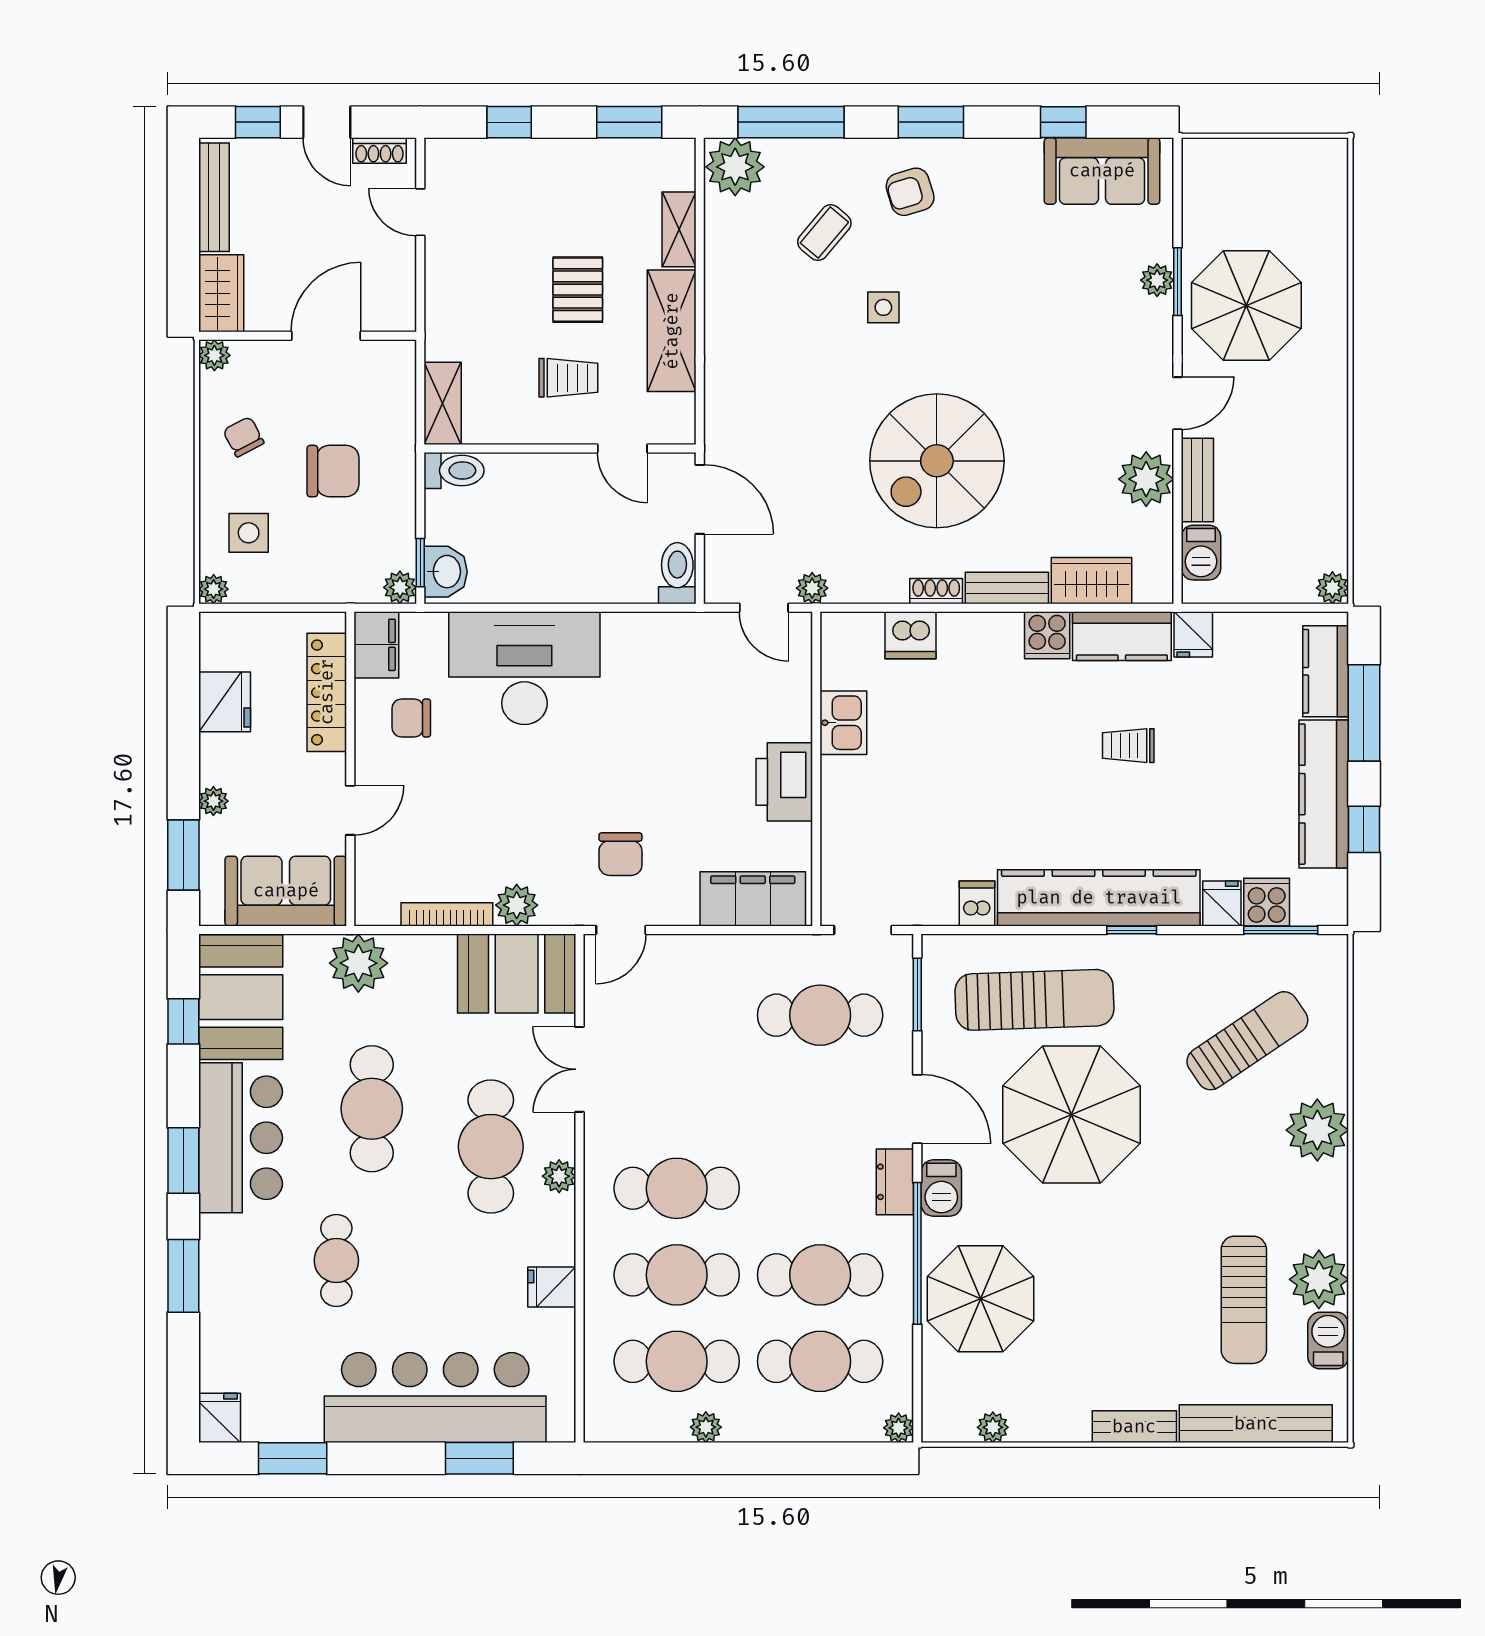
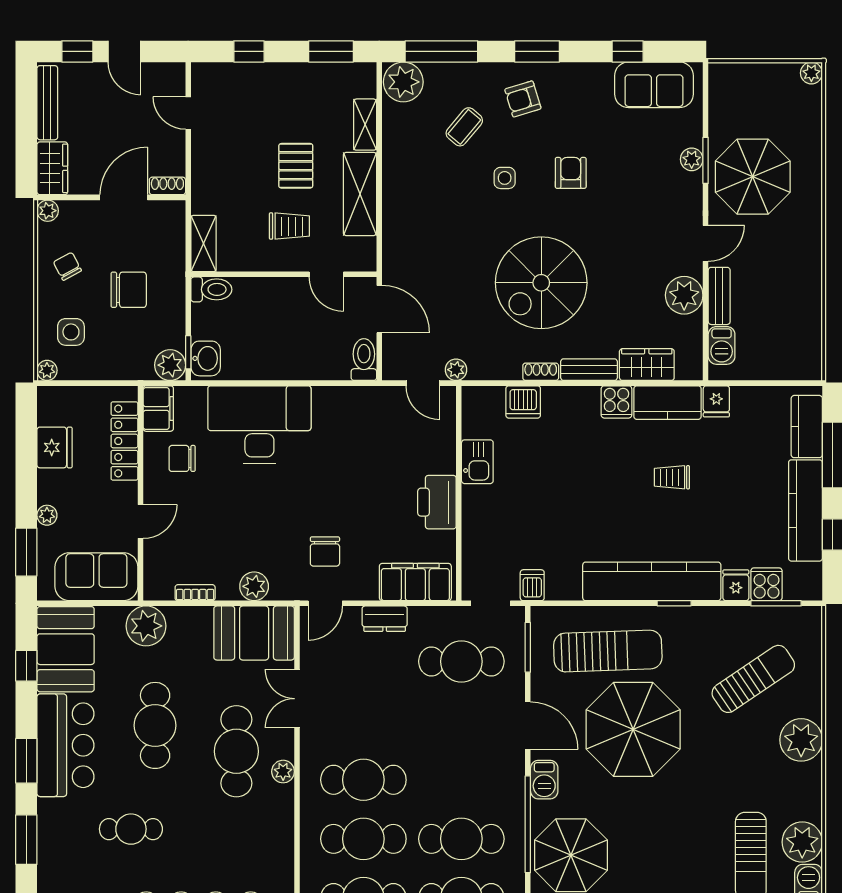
shoe rack: (380, 151) -> (167, 186), moved, turned 180
armchair: (980, 300) -> (571, 173), added
plant: (400, 587) -> (170, 365), width x1.38, depth x1.38
plant: (1332, 588) -> (811, 73), moved
dishwasher: (977, 903) -> (532, 585), moved
bookcase: (447, 914) -> (195, 593), width x0.64
dresser: (895, 1182) -> (385, 619), moved, turned -90
cafe table: (336, 1260) -> (131, 829), turned 90
fridge: (552, 1287) -> (278, 847), removed

